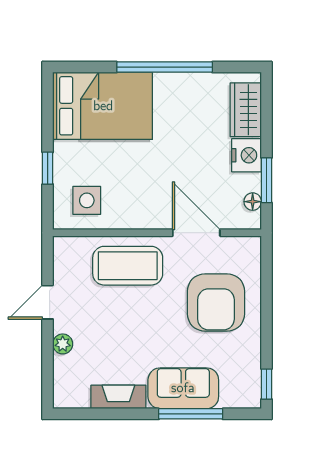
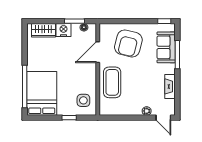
window: (165, 67) -> (25, 86), moved
door: (48, 302) -> (163, 118), moved
armchair: (216, 303) -> (128, 43), turned 104
sofa: (183, 388) -> (166, 47), moved

